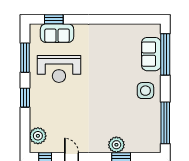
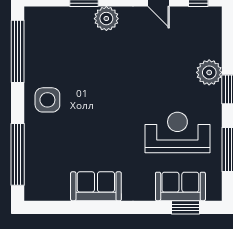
sofa: (151, 54) -> (96, 186), moved, turned -90
plant: (38, 136) -> (209, 72), moved
plant: (116, 145) -> (106, 19), moved

